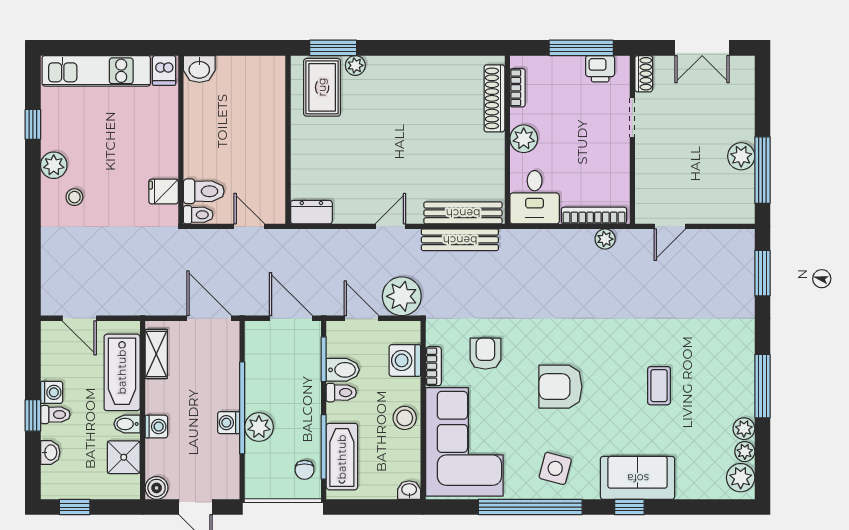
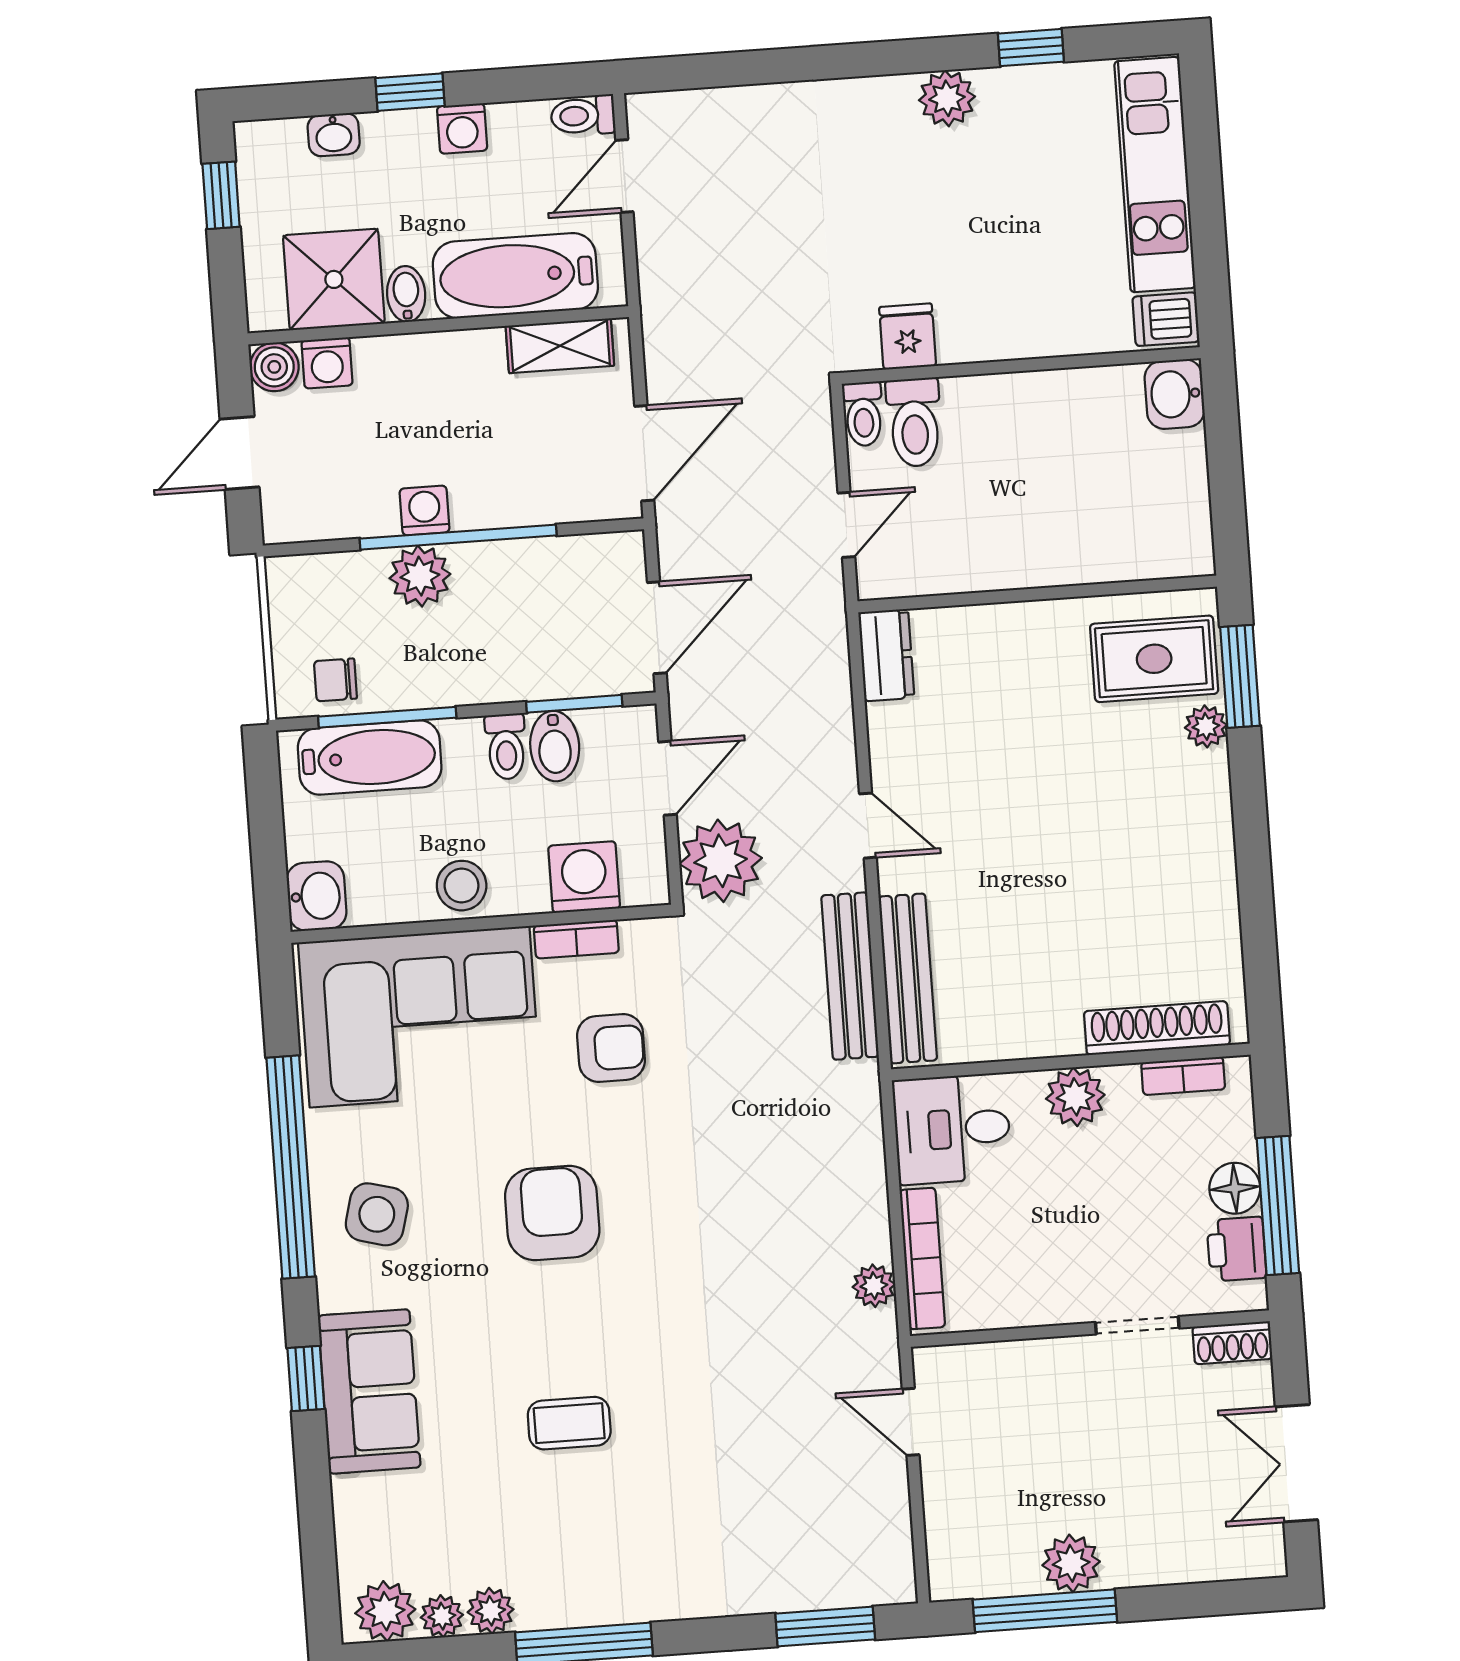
floor lamp: (572, 67) -> (1235, 1188), added
stool: (74, 197) -> (882, 147), removed
toilet: (55, 415) -> (583, 116), moved, turned 90
washing machine: (156, 427) -> (327, 363), moved
shower: (124, 457) -> (334, 279), width x1.36, depth x1.36
washbasin: (409, 490) -> (317, 896), width x1.38, depth x1.45

